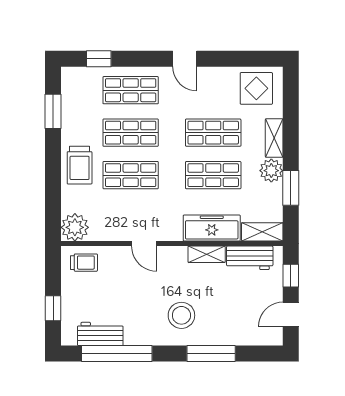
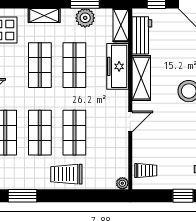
trolley: (80, 165) -> (66, 174), turned 180
plant: (271, 171) -> (85, 18), moved
plant: (75, 227) -> (122, 183), width x0.53, depth x0.53
shelving: (207, 254) -> (141, 78), width x1.50, depth x1.33
trolley: (84, 263) -> (146, 171), turned 90

